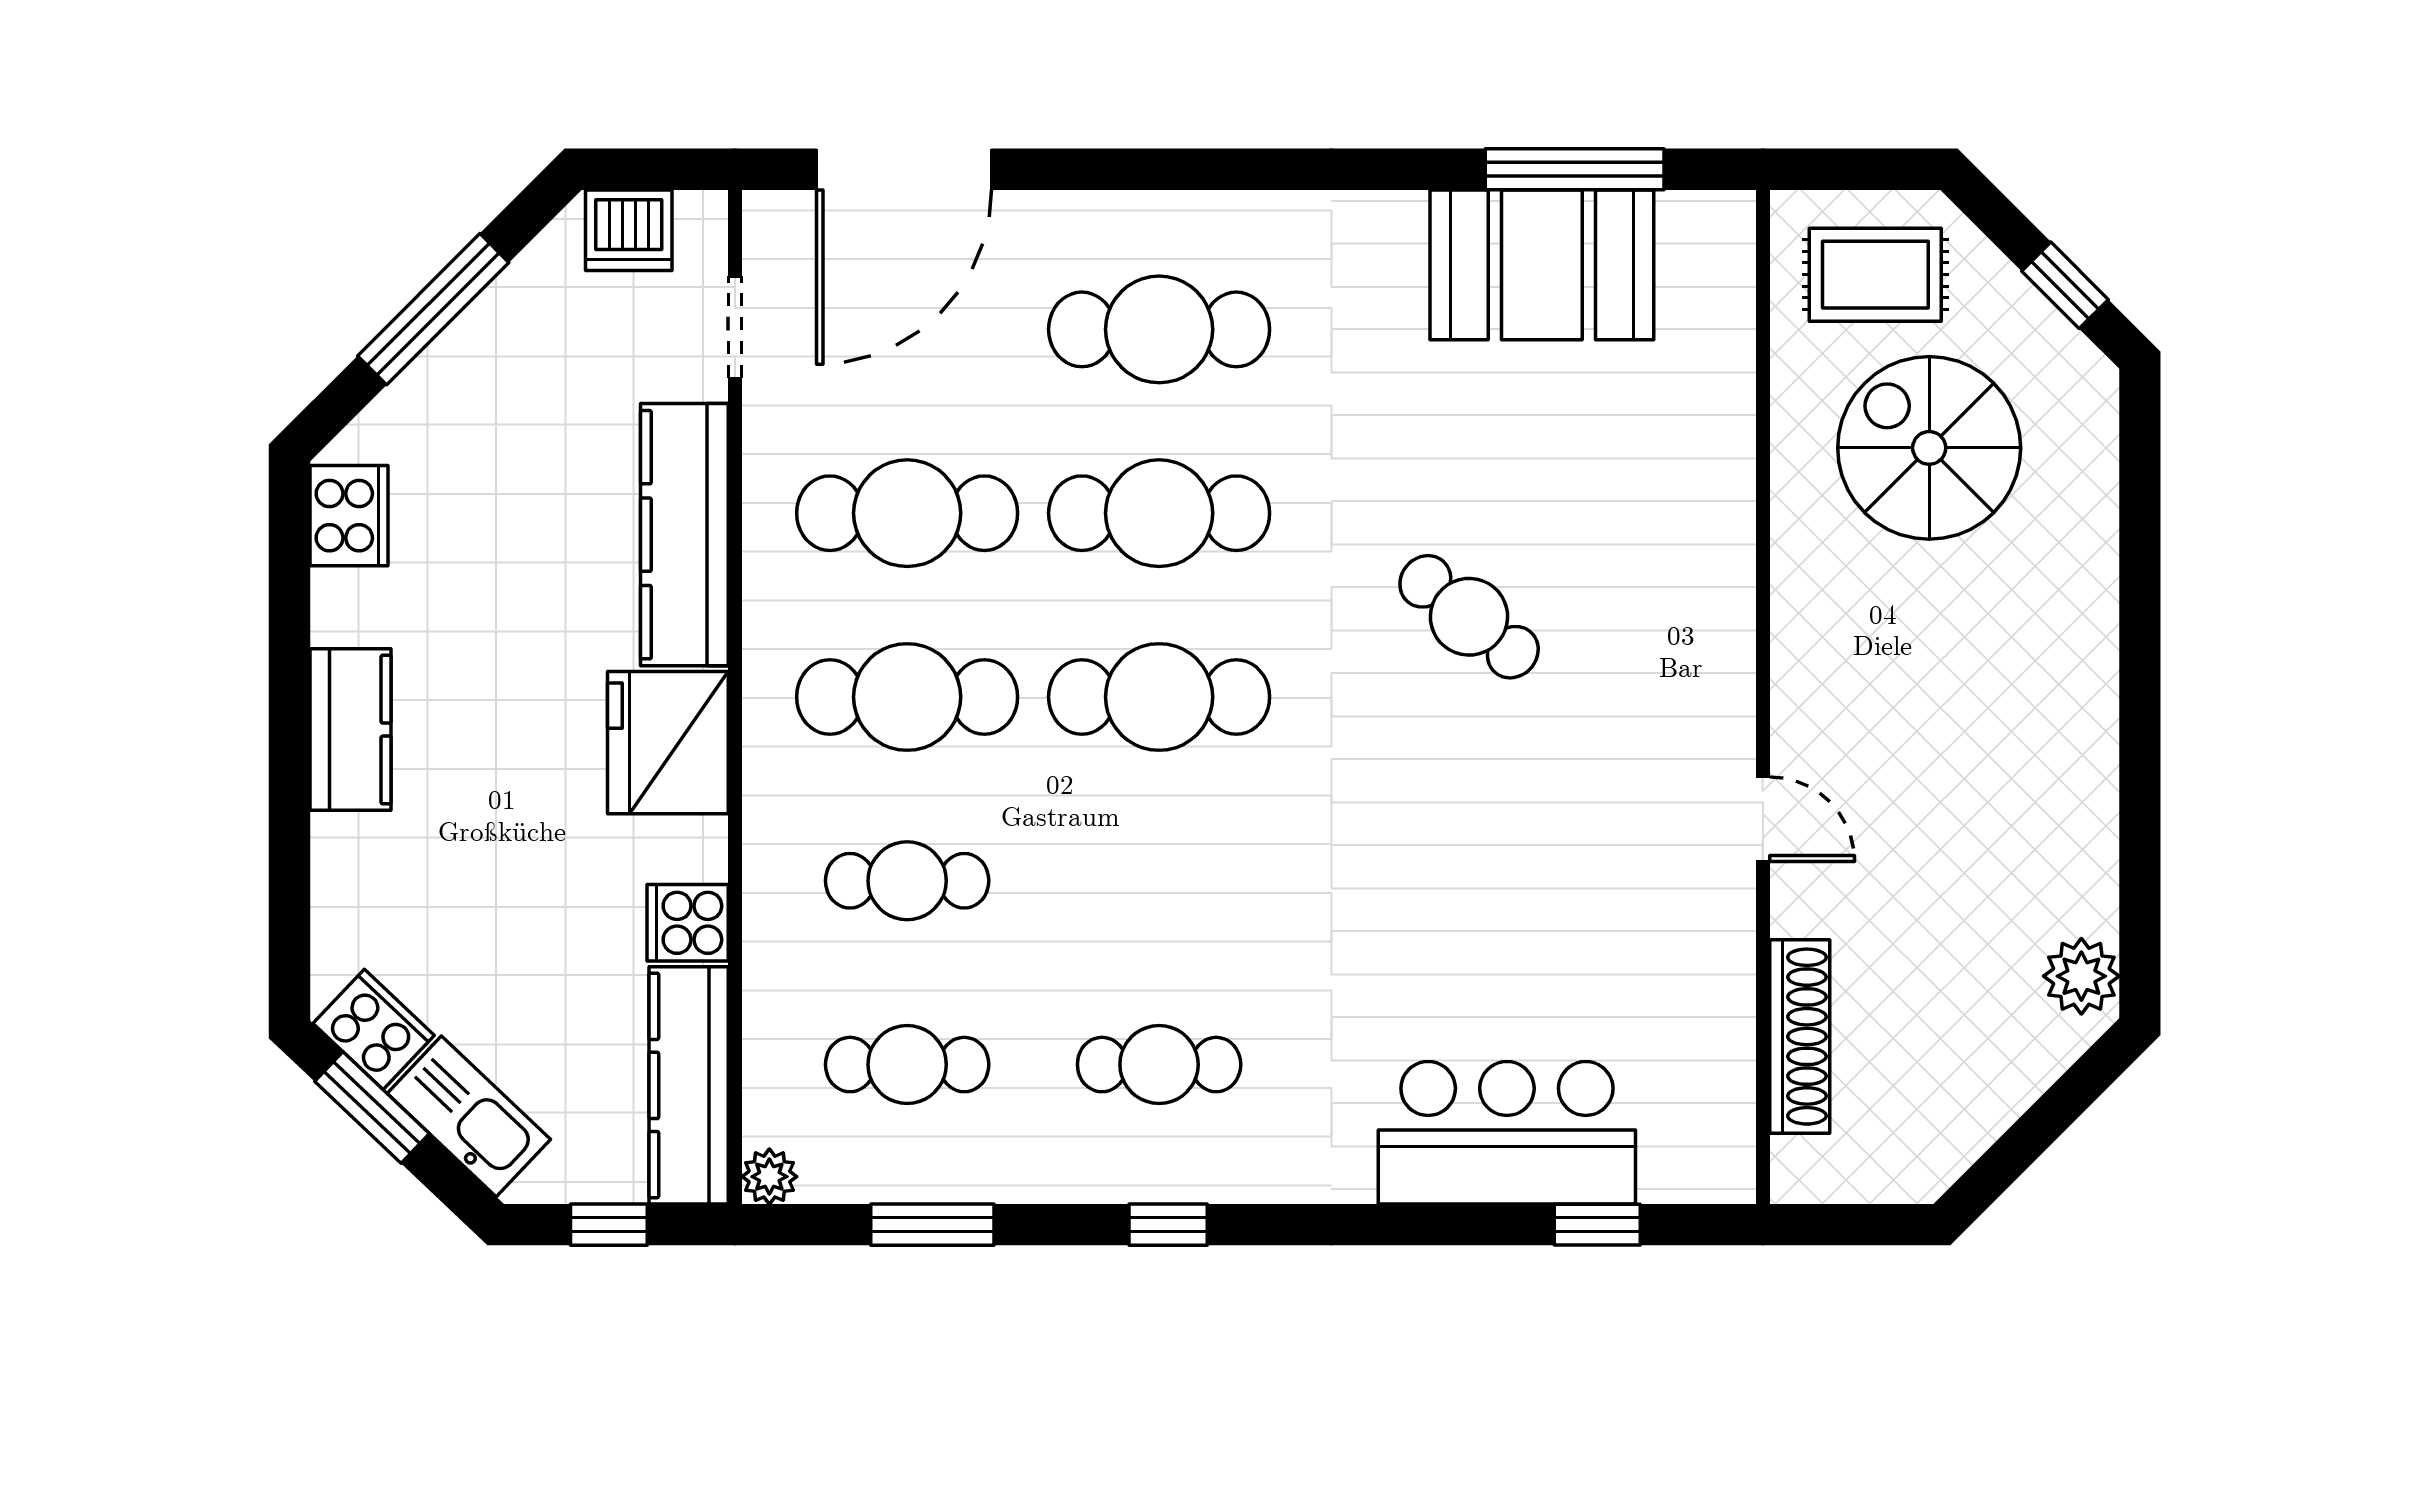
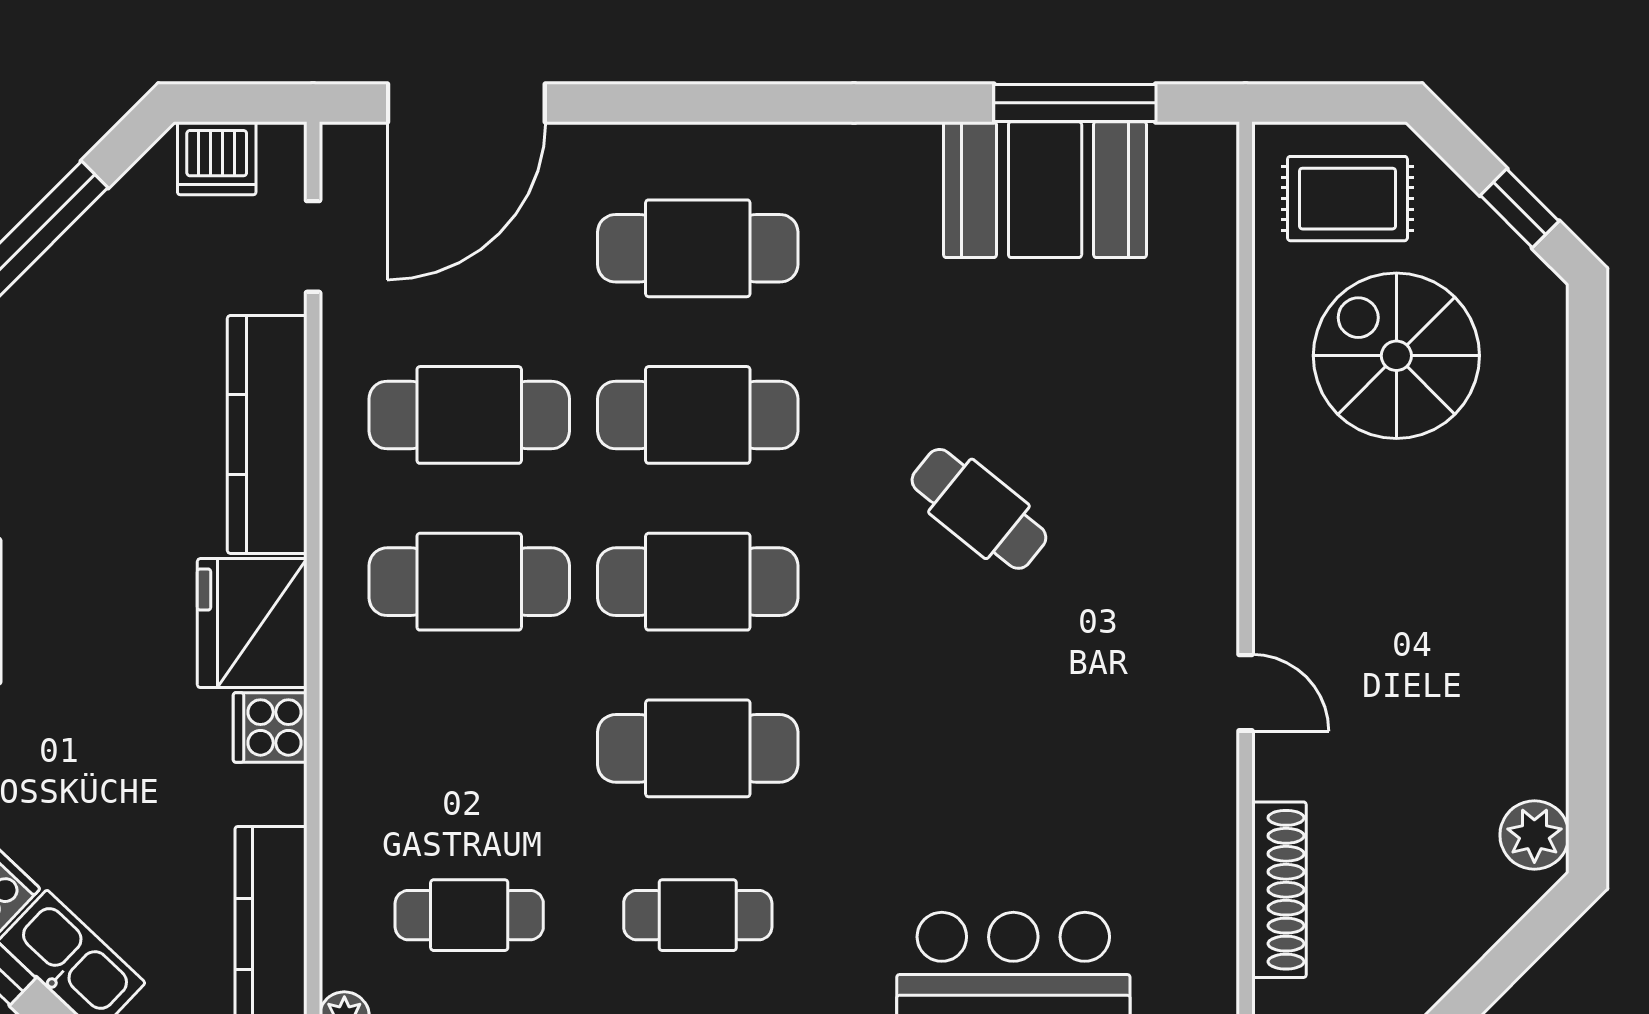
cafe table: (907, 881) -> (698, 748), moved, width x1.37, depth x1.35
cooker: (688, 923) -> (270, 727), moved

